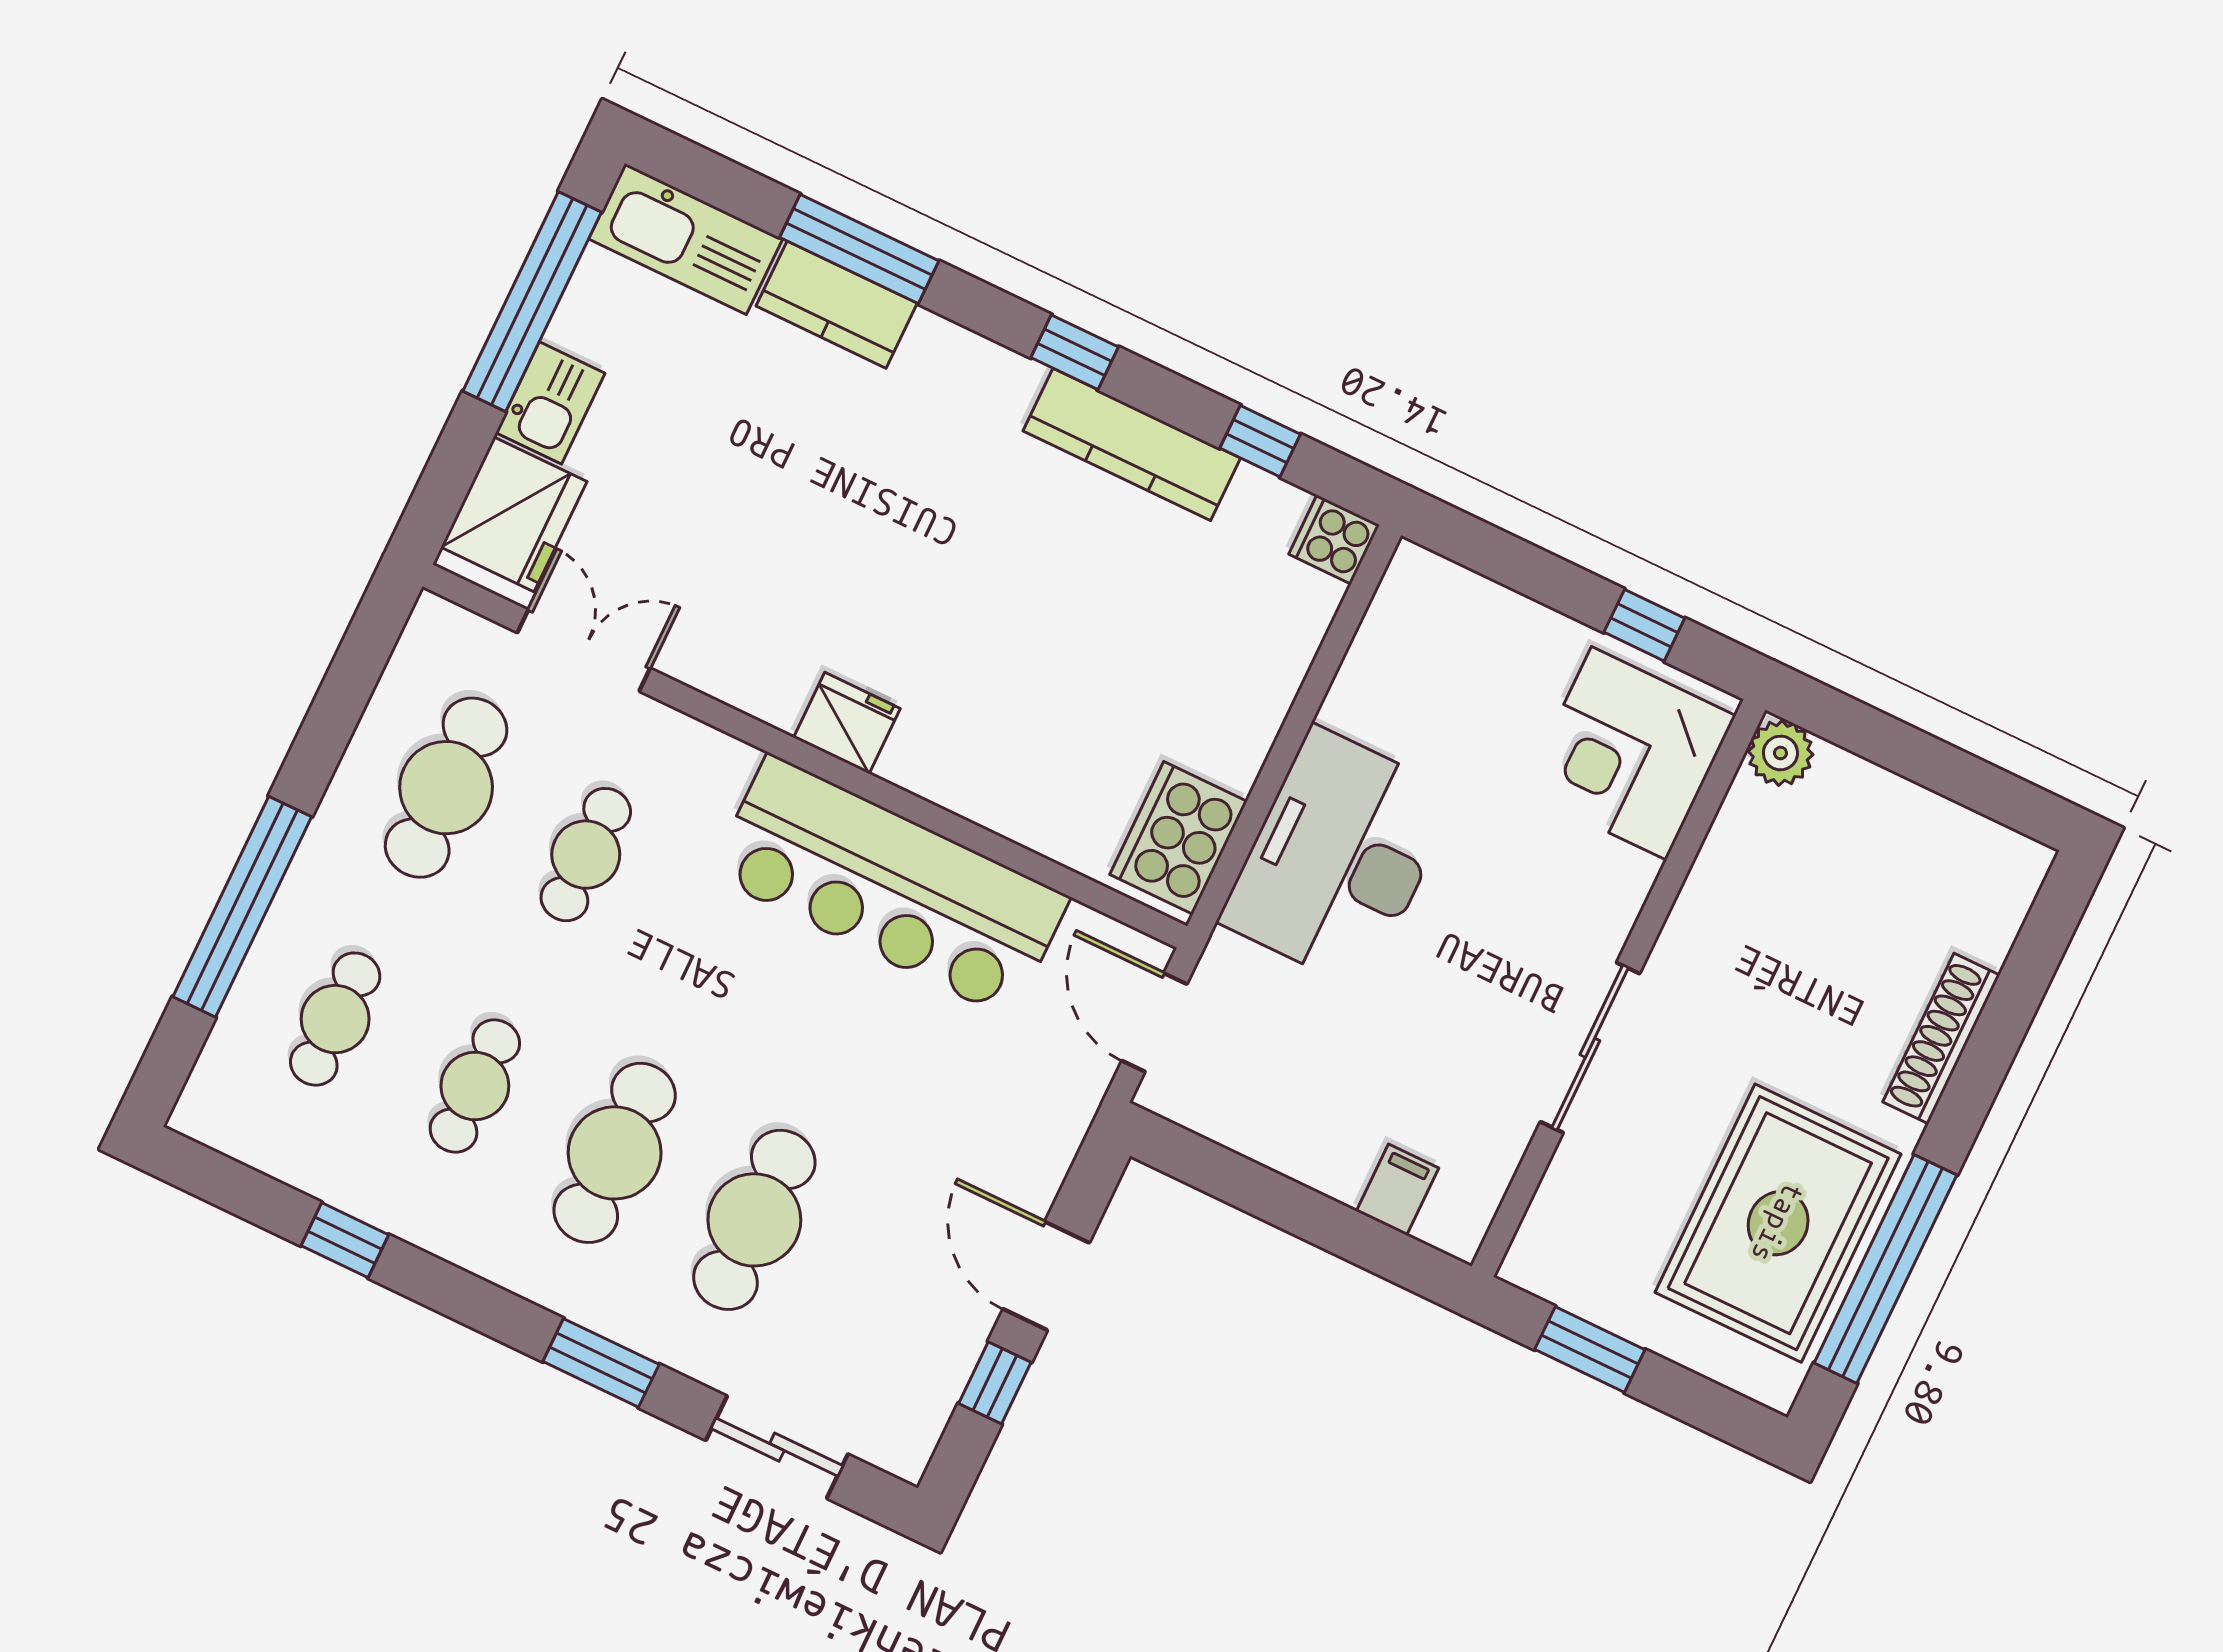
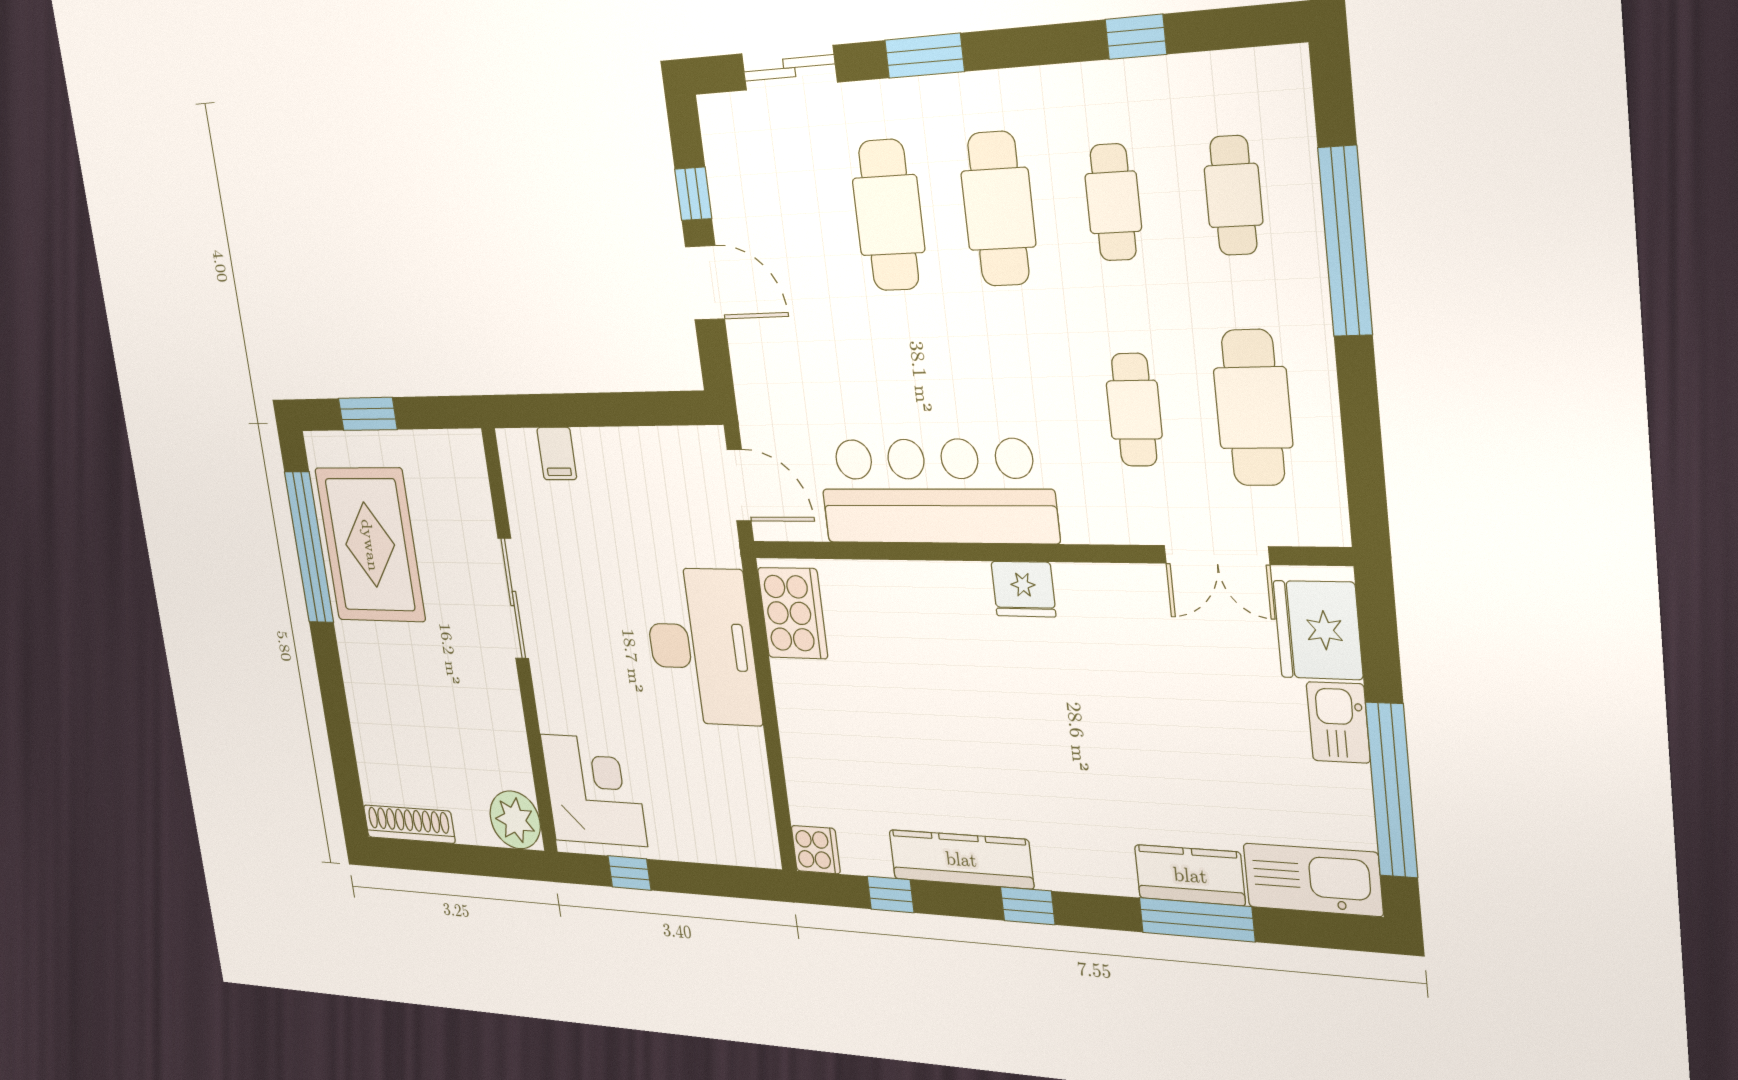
plant: (1780, 753) -> (515, 820), width x1.36, depth x1.36
shoe rack: (1941, 1038) -> (409, 824), moved, turned -90
window: (1590, 1350) -> (368, 414), moved

